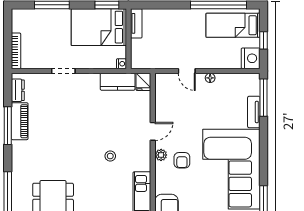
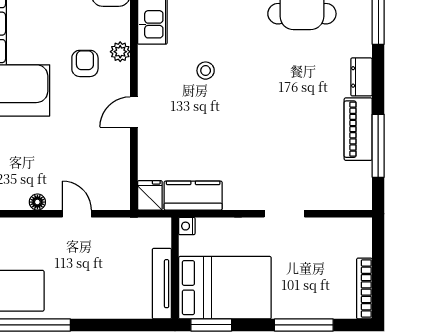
tv unit: (136, 23) -> (162, 284), width x1.41
bookcase: (16, 51) -> (364, 289), moved
dresser: (18, 90) -> (361, 77), moved
window: (8, 126) -> (378, 146), moved
plant: (161, 155) -> (120, 52), moved

